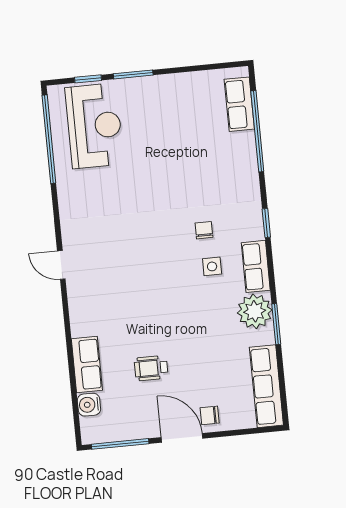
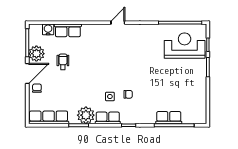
row of seats: (239, 104) -> (169, 118), moved
reception desk: (94, 126) -> (185, 46), turned 180
plant: (140, 423) -> (36, 54), added

